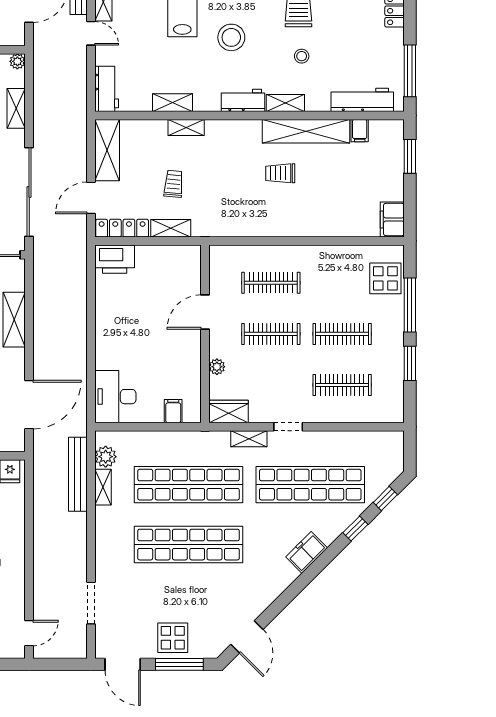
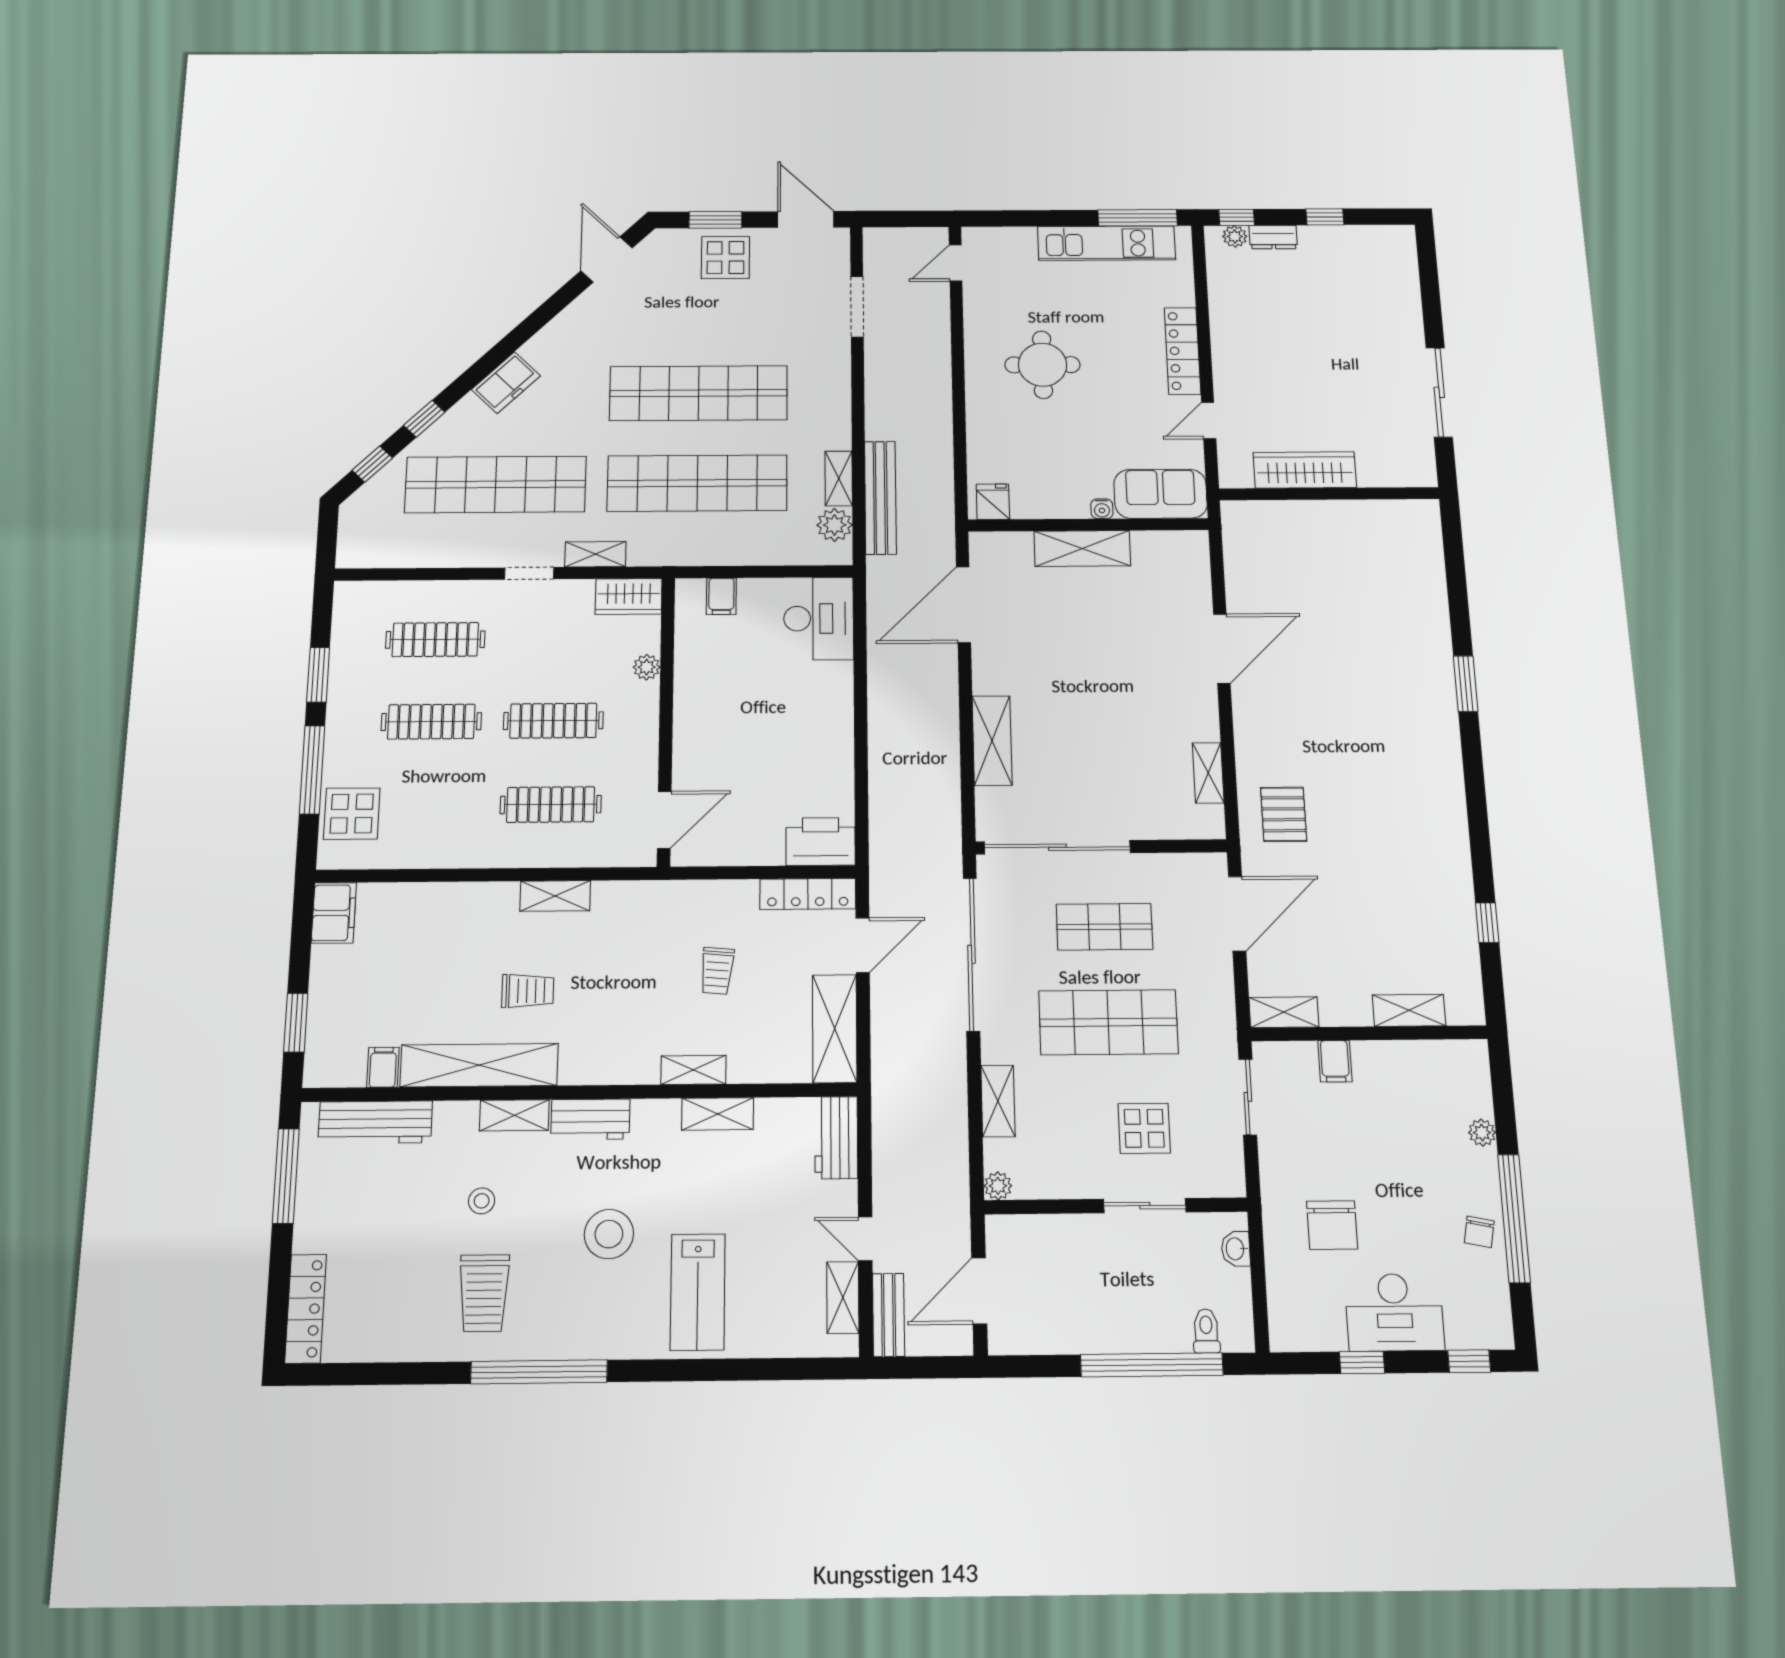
shelving: (171, 228) -> (555, 896), moved
door: (205, 312) -> (664, 820), moved
window: (179, 664) -> (715, 220), width x0.69

